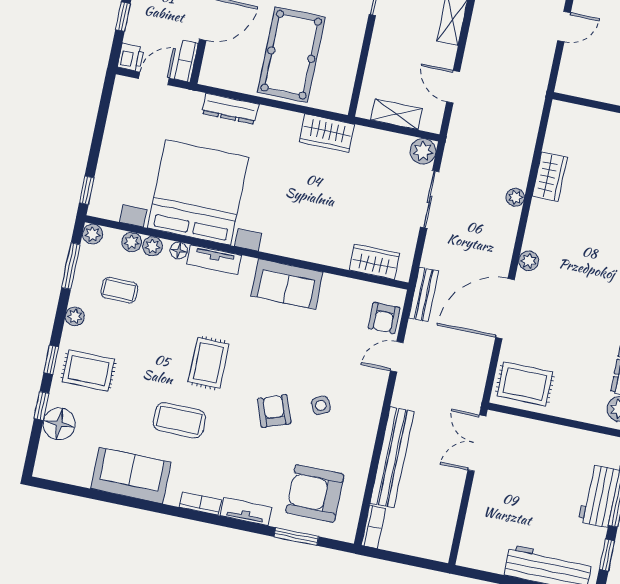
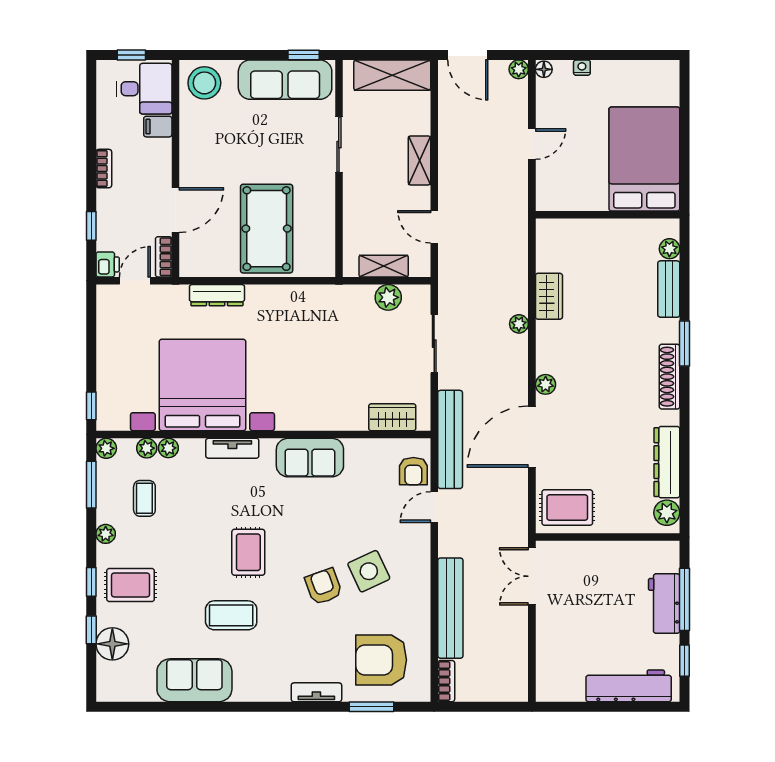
wardrobe: (327, 133) -> (318, 299), removed
plant: (423, 151) -> (388, 297), moved
floor lamp: (179, 251) -> (195, 447), removed
coffee table: (119, 290) -> (144, 498), turned 90
bench: (424, 294) -> (450, 439), width x1.86, depth x1.21
side table: (321, 405) -> (369, 571), width x1.87, depth x1.87
bookcase: (200, 503) -> (269, 694), removed

